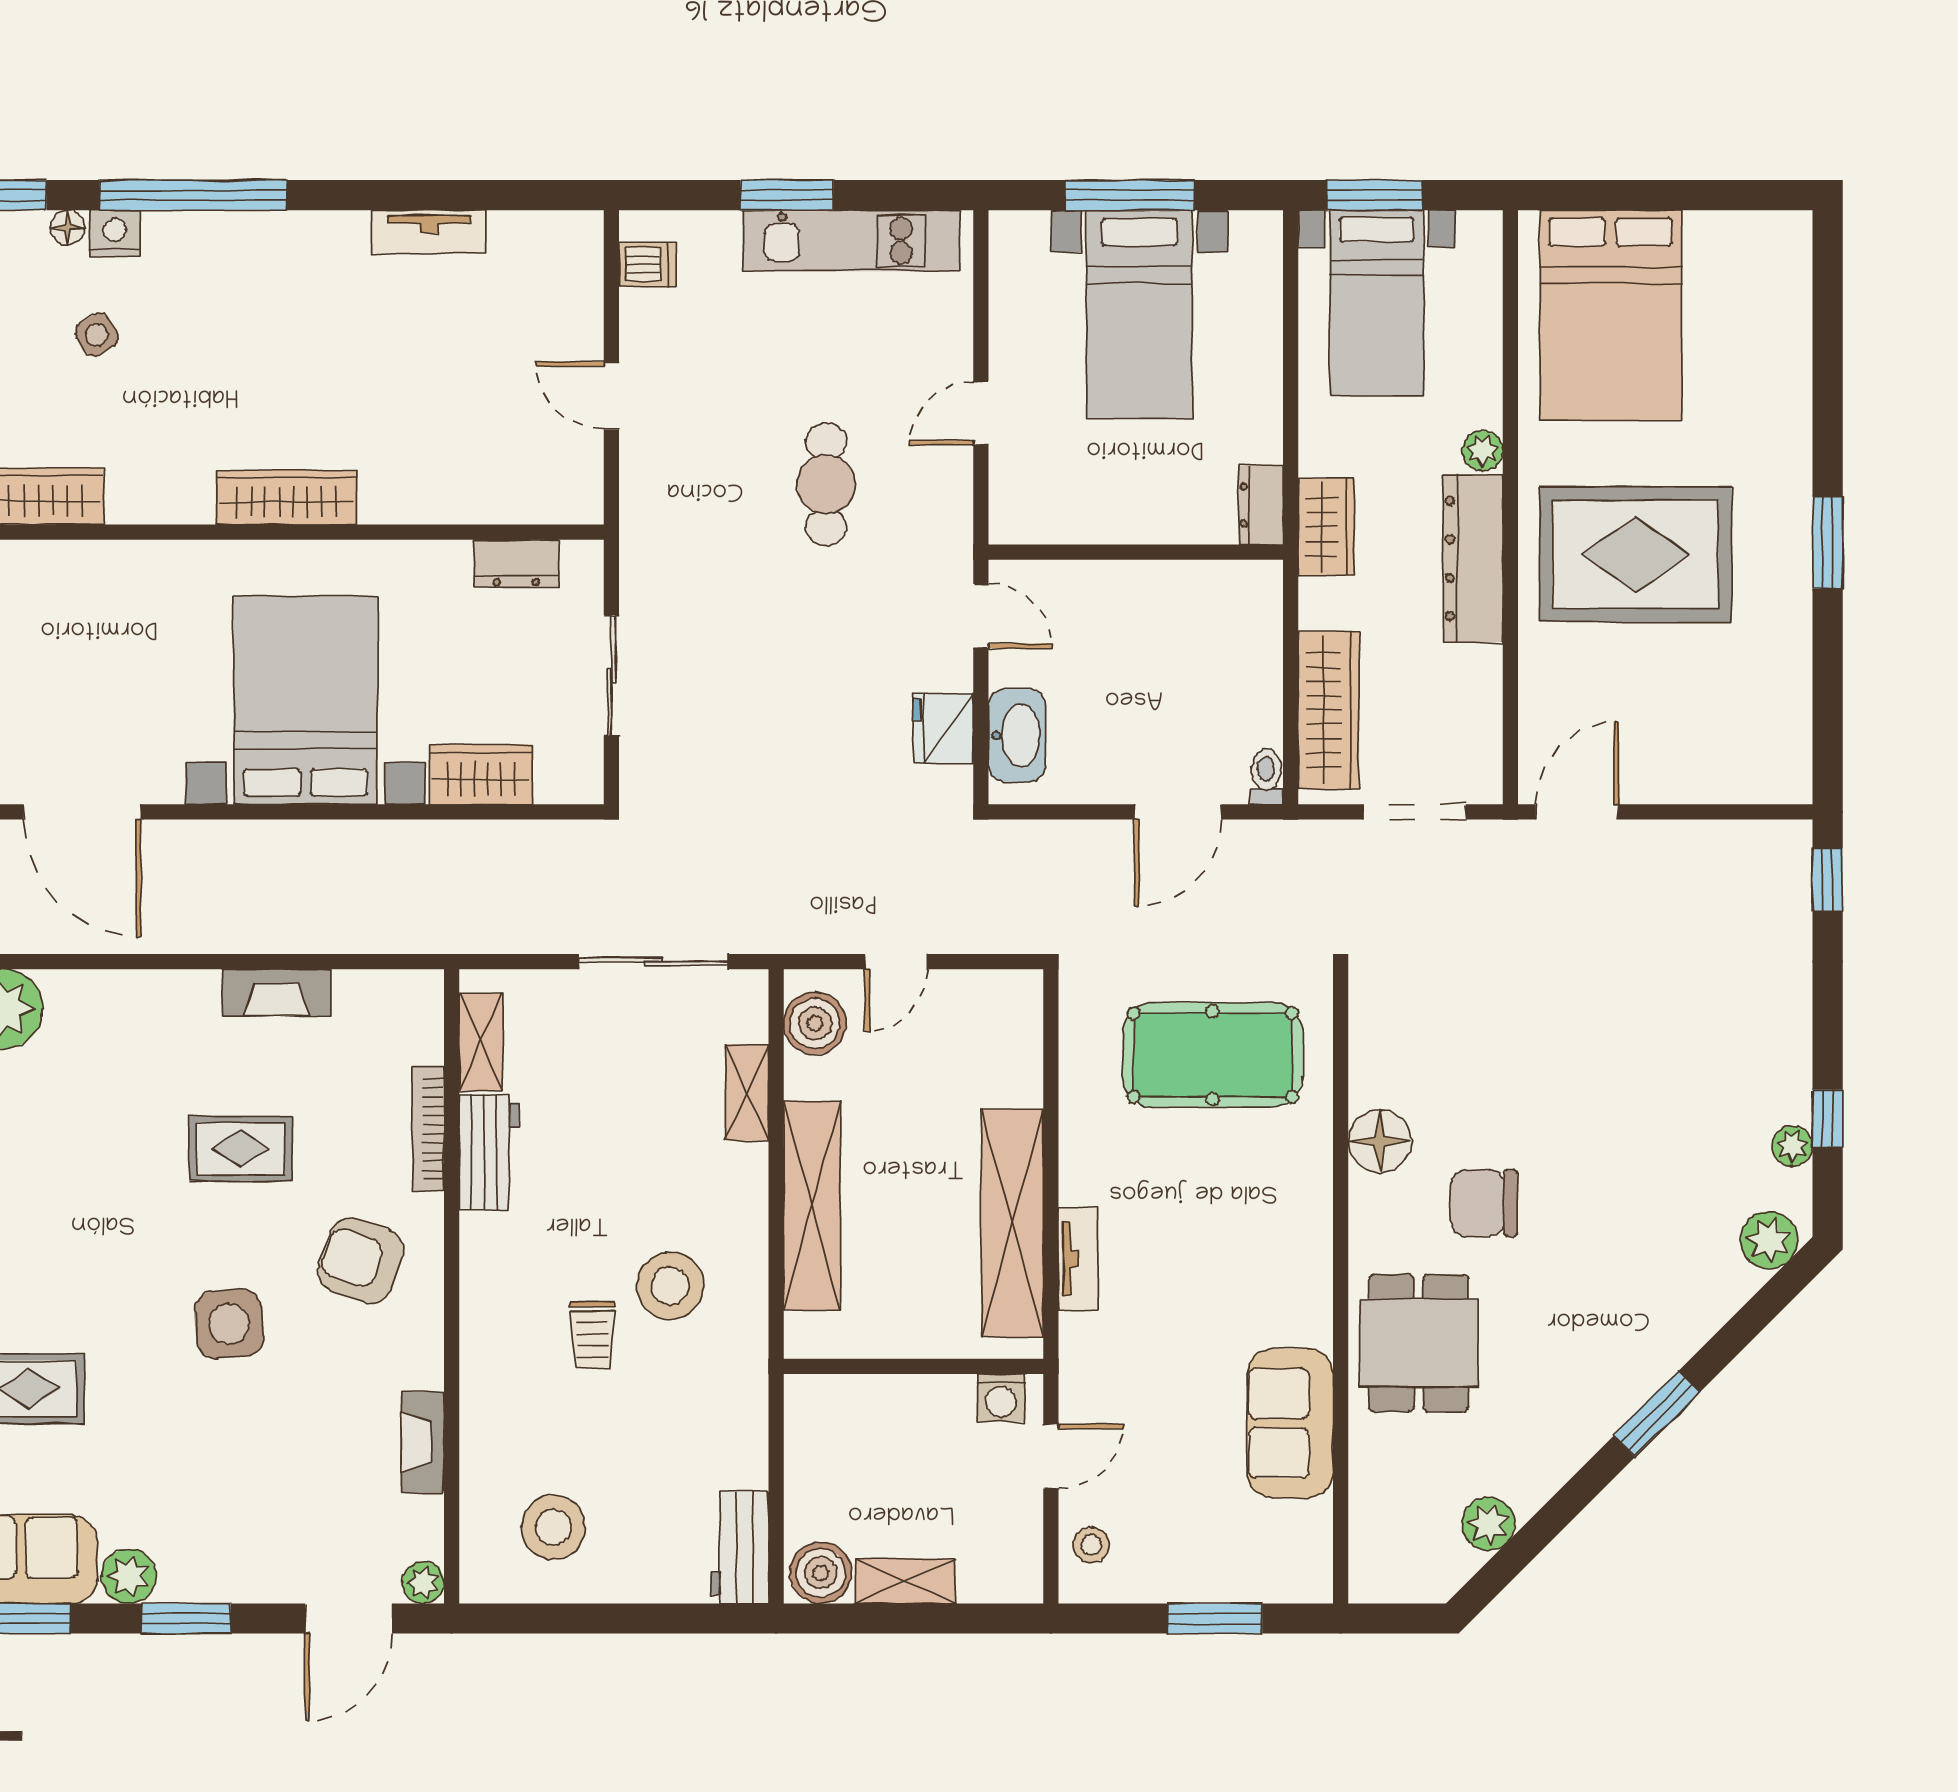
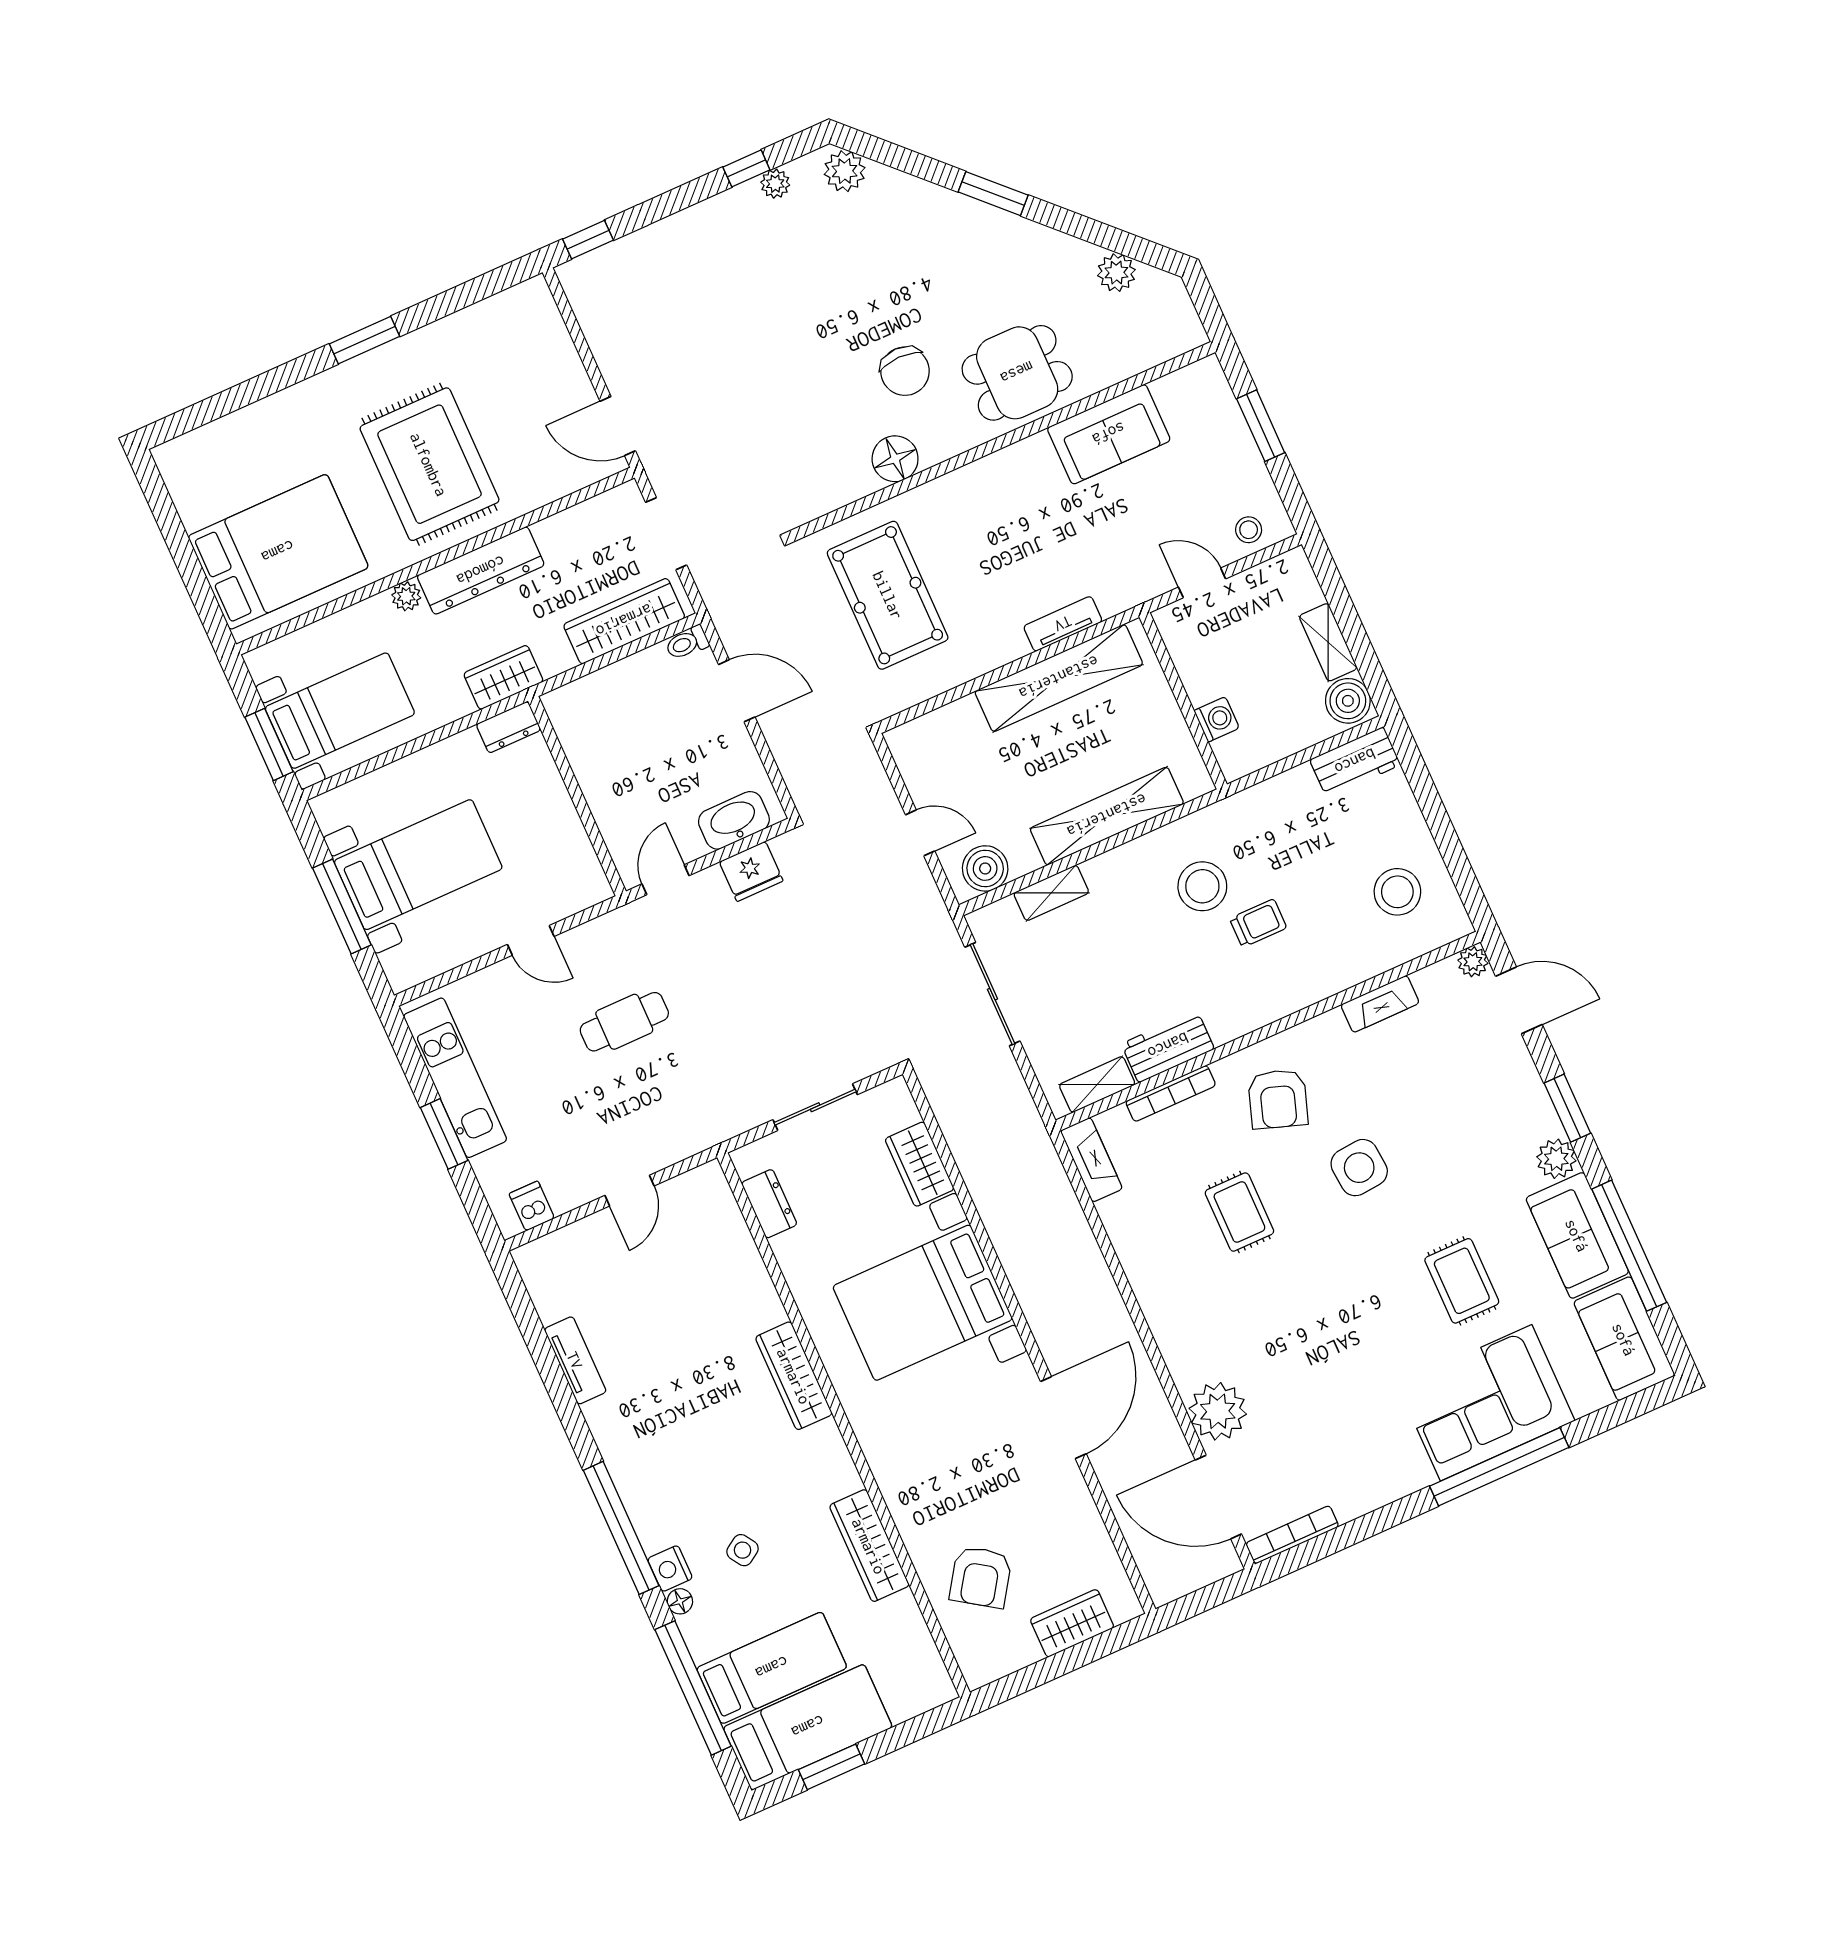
fireplace: (277, 992) -> (1091, 1160), moved
washing machine: (1001, 1398) -> (1217, 719), moved

